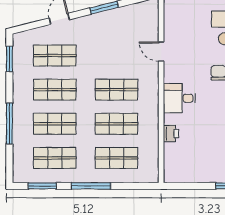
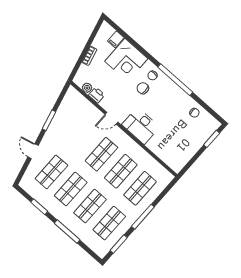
plant: (170, 17) -> (87, 88), added
door: (161, 52) -> (111, 118), moved
window: (9, 59) -> (39, 207), moved
desk: (179, 98) -> (141, 126), width x1.37
printer: (171, 134) -> (97, 95), moved

